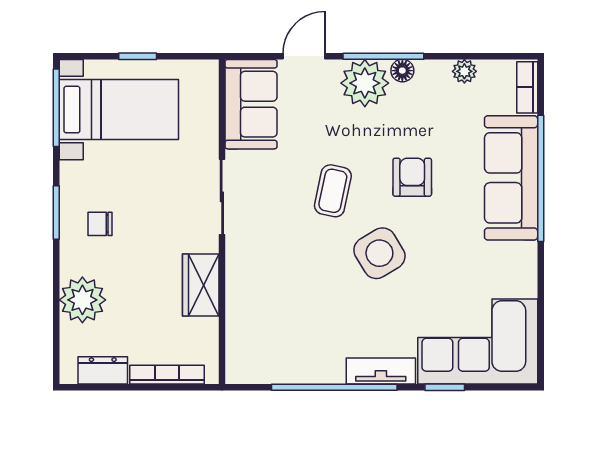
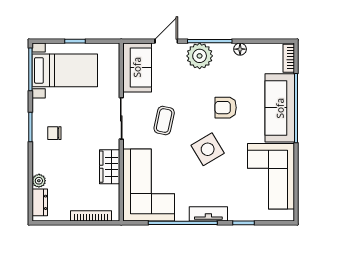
floor lamp: (402, 71) -> (240, 49), moved
plant: (464, 71) -> (254, 49), removed
armchair: (412, 177) -> (226, 108), turned -90
coffee table: (333, 191) -> (164, 121), moved
plant: (82, 300) -> (39, 181), width x0.53, depth x0.53
corner sofa: (272, 318) -> (149, 185), added
corner sofa: (478, 342) -> (271, 176), moved, turned -90
dresser: (103, 370) -> (40, 202), moved, turned 90

